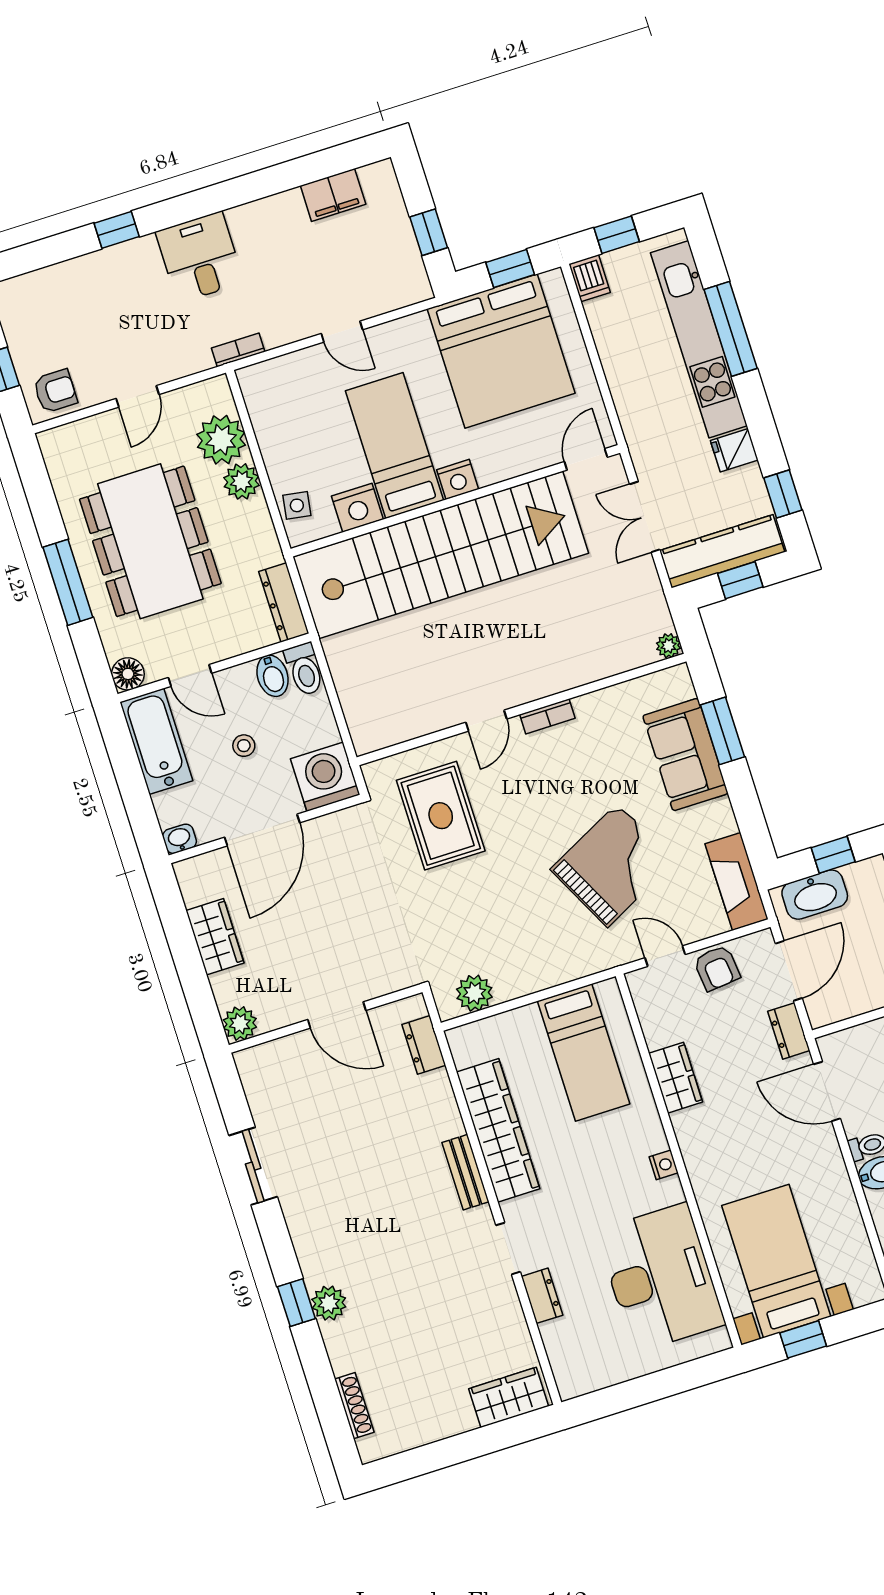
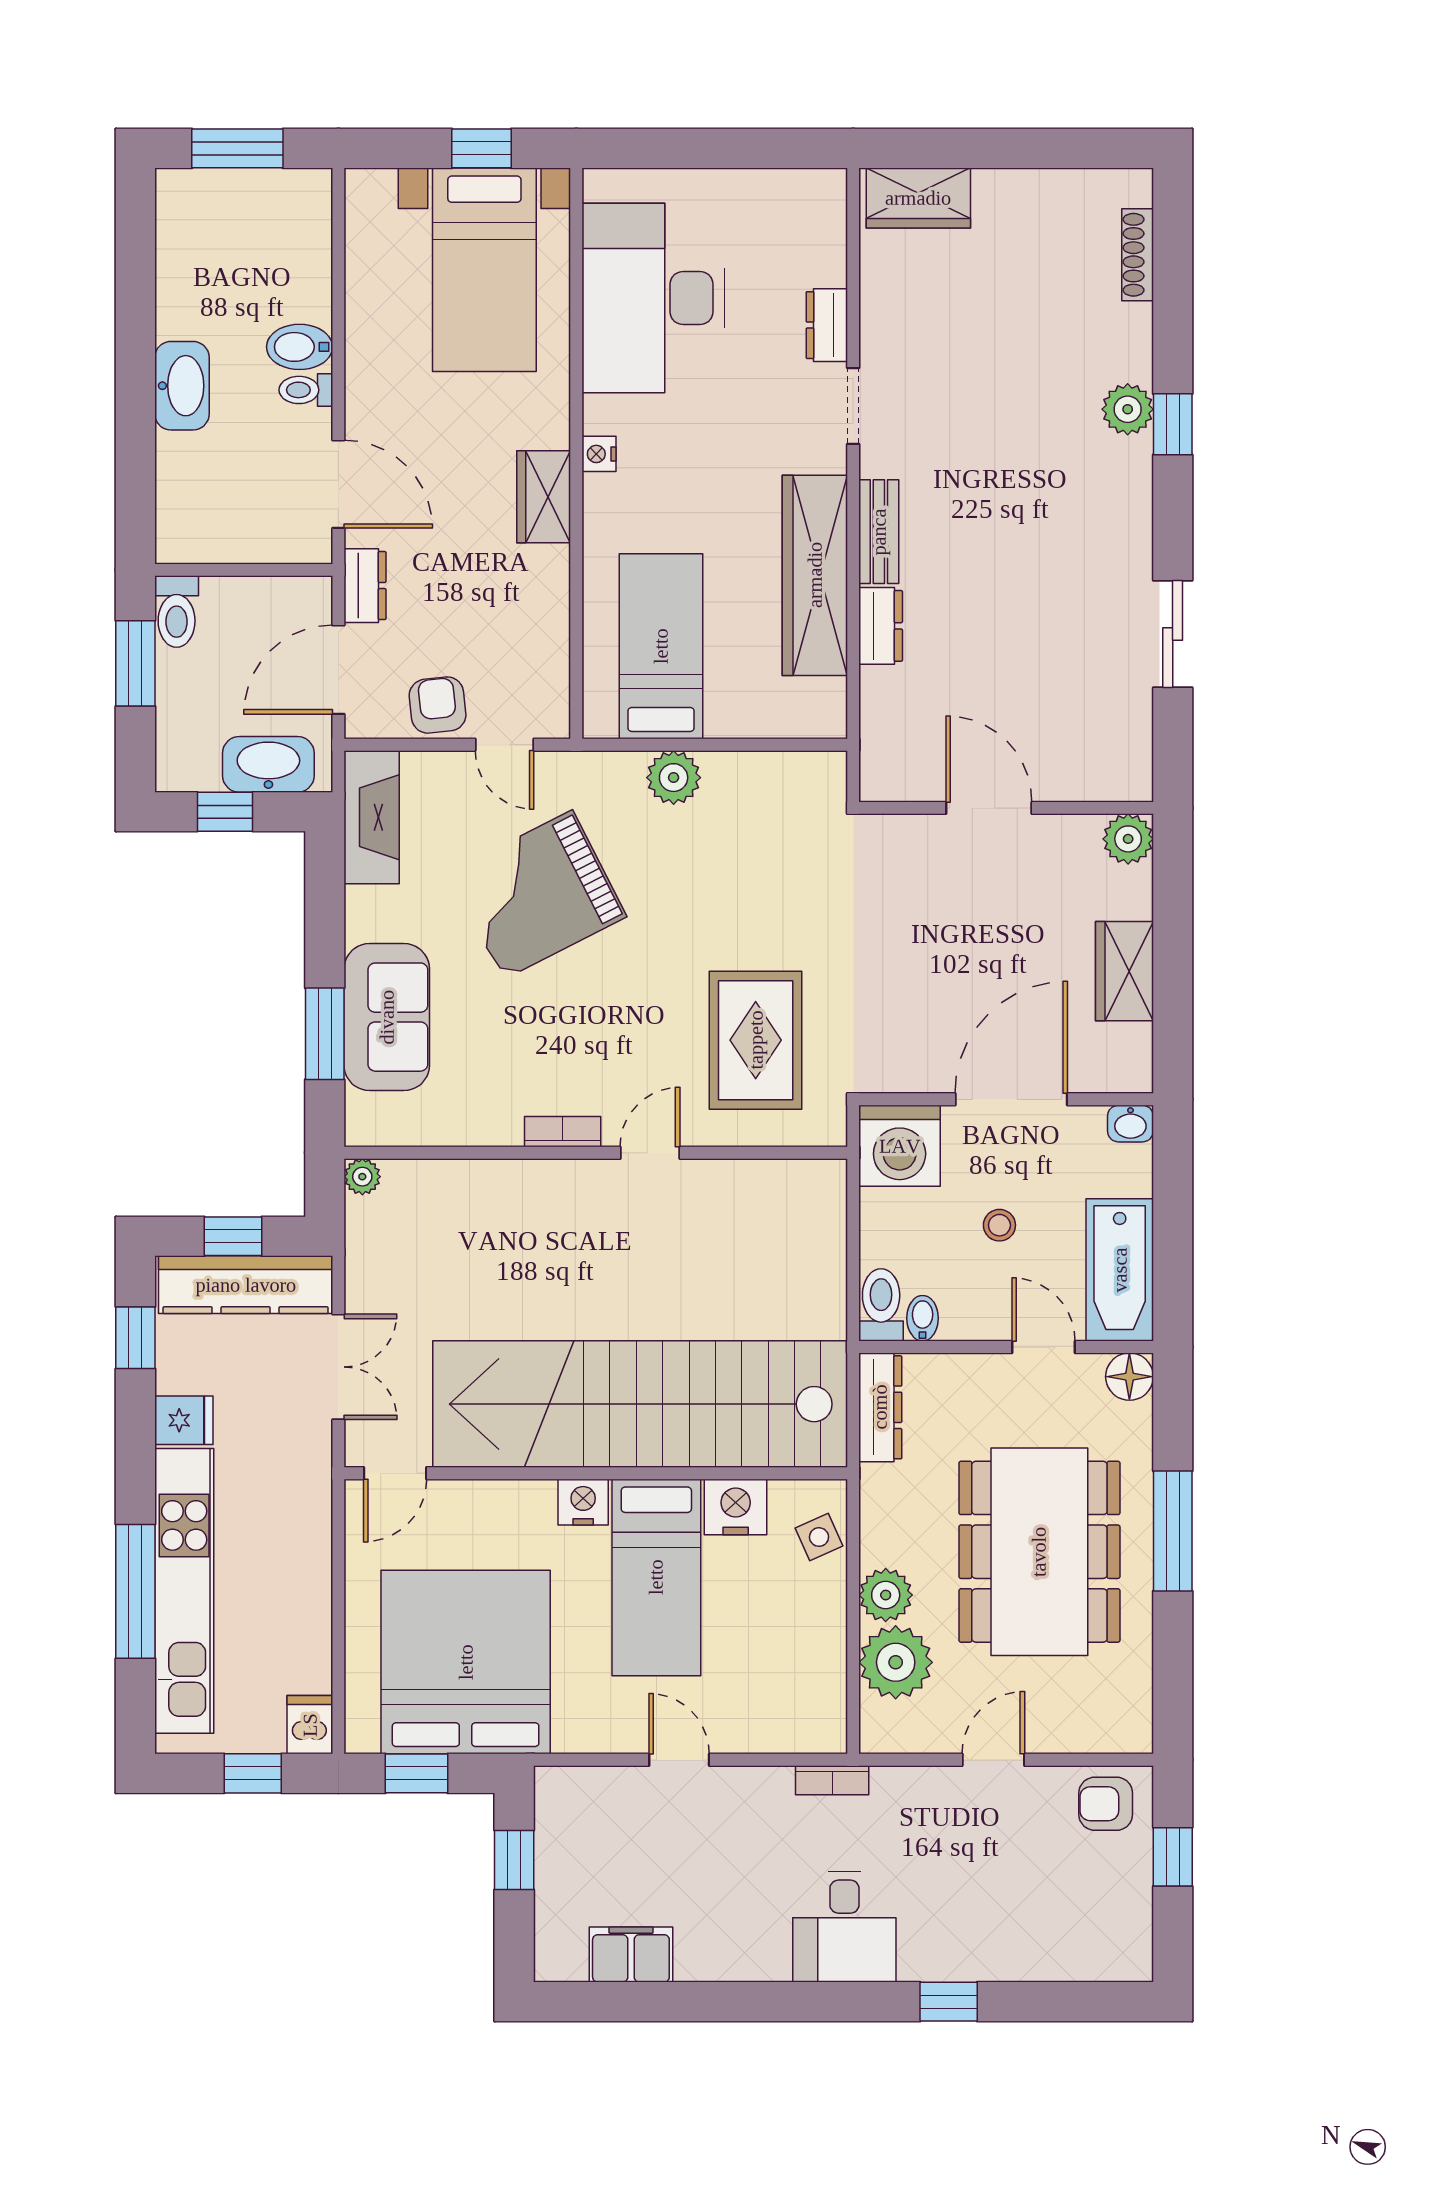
side table: (297, 505) -> (819, 1537), turned -33
bidet: (272, 676) -> (923, 1318), width x0.72, depth x0.74
plant: (474, 993) -> (674, 778), moved
dresser: (424, 1045) -> (881, 626), moved
wardrobe: (676, 1078) -> (544, 497), moved

